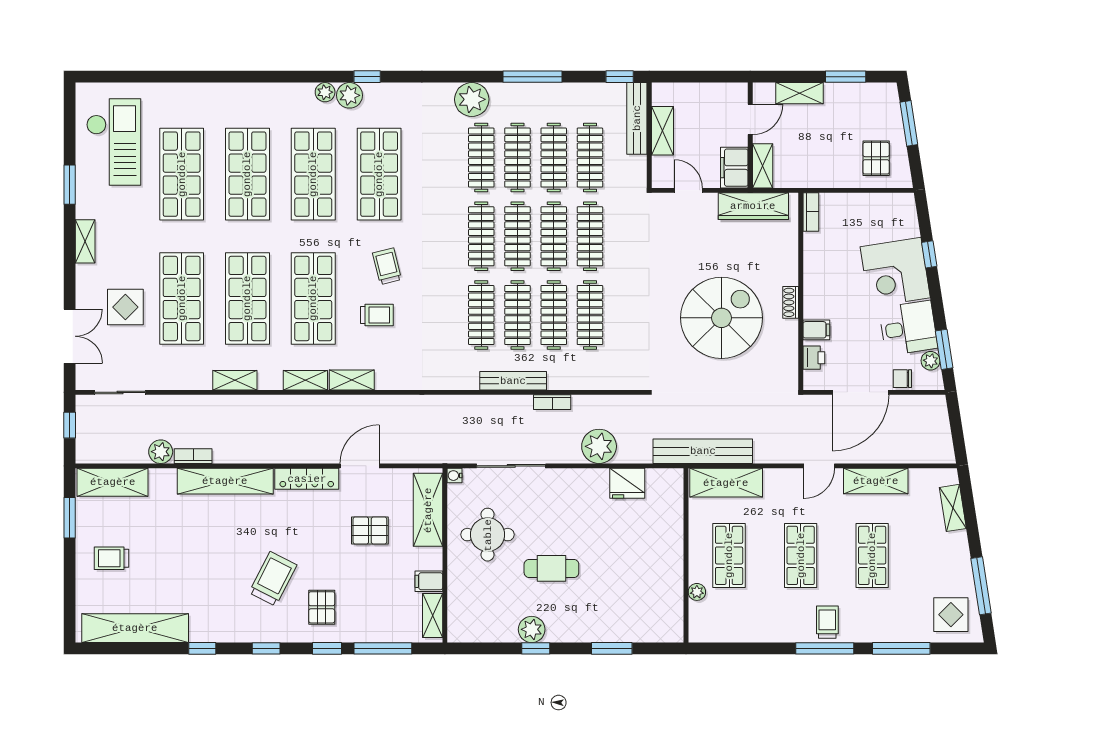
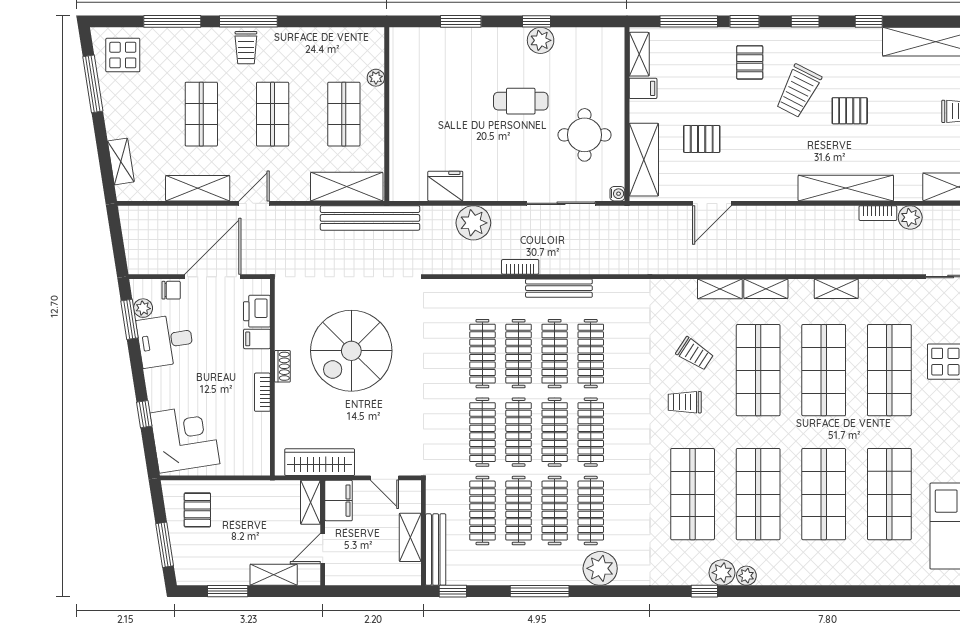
bookcase: (811, 212) -> (262, 392), moved
trolley: (387, 266) -> (685, 402), turned 104
corner desk: (895, 272) -> (185, 438), moved
trolley: (377, 315) -> (695, 354), turned -147
printer: (814, 358) -> (257, 311), width x1.36, depth x1.24
locker: (307, 479) -> (765, 191), removed
pallet: (221, 559) -> (850, 111), added

